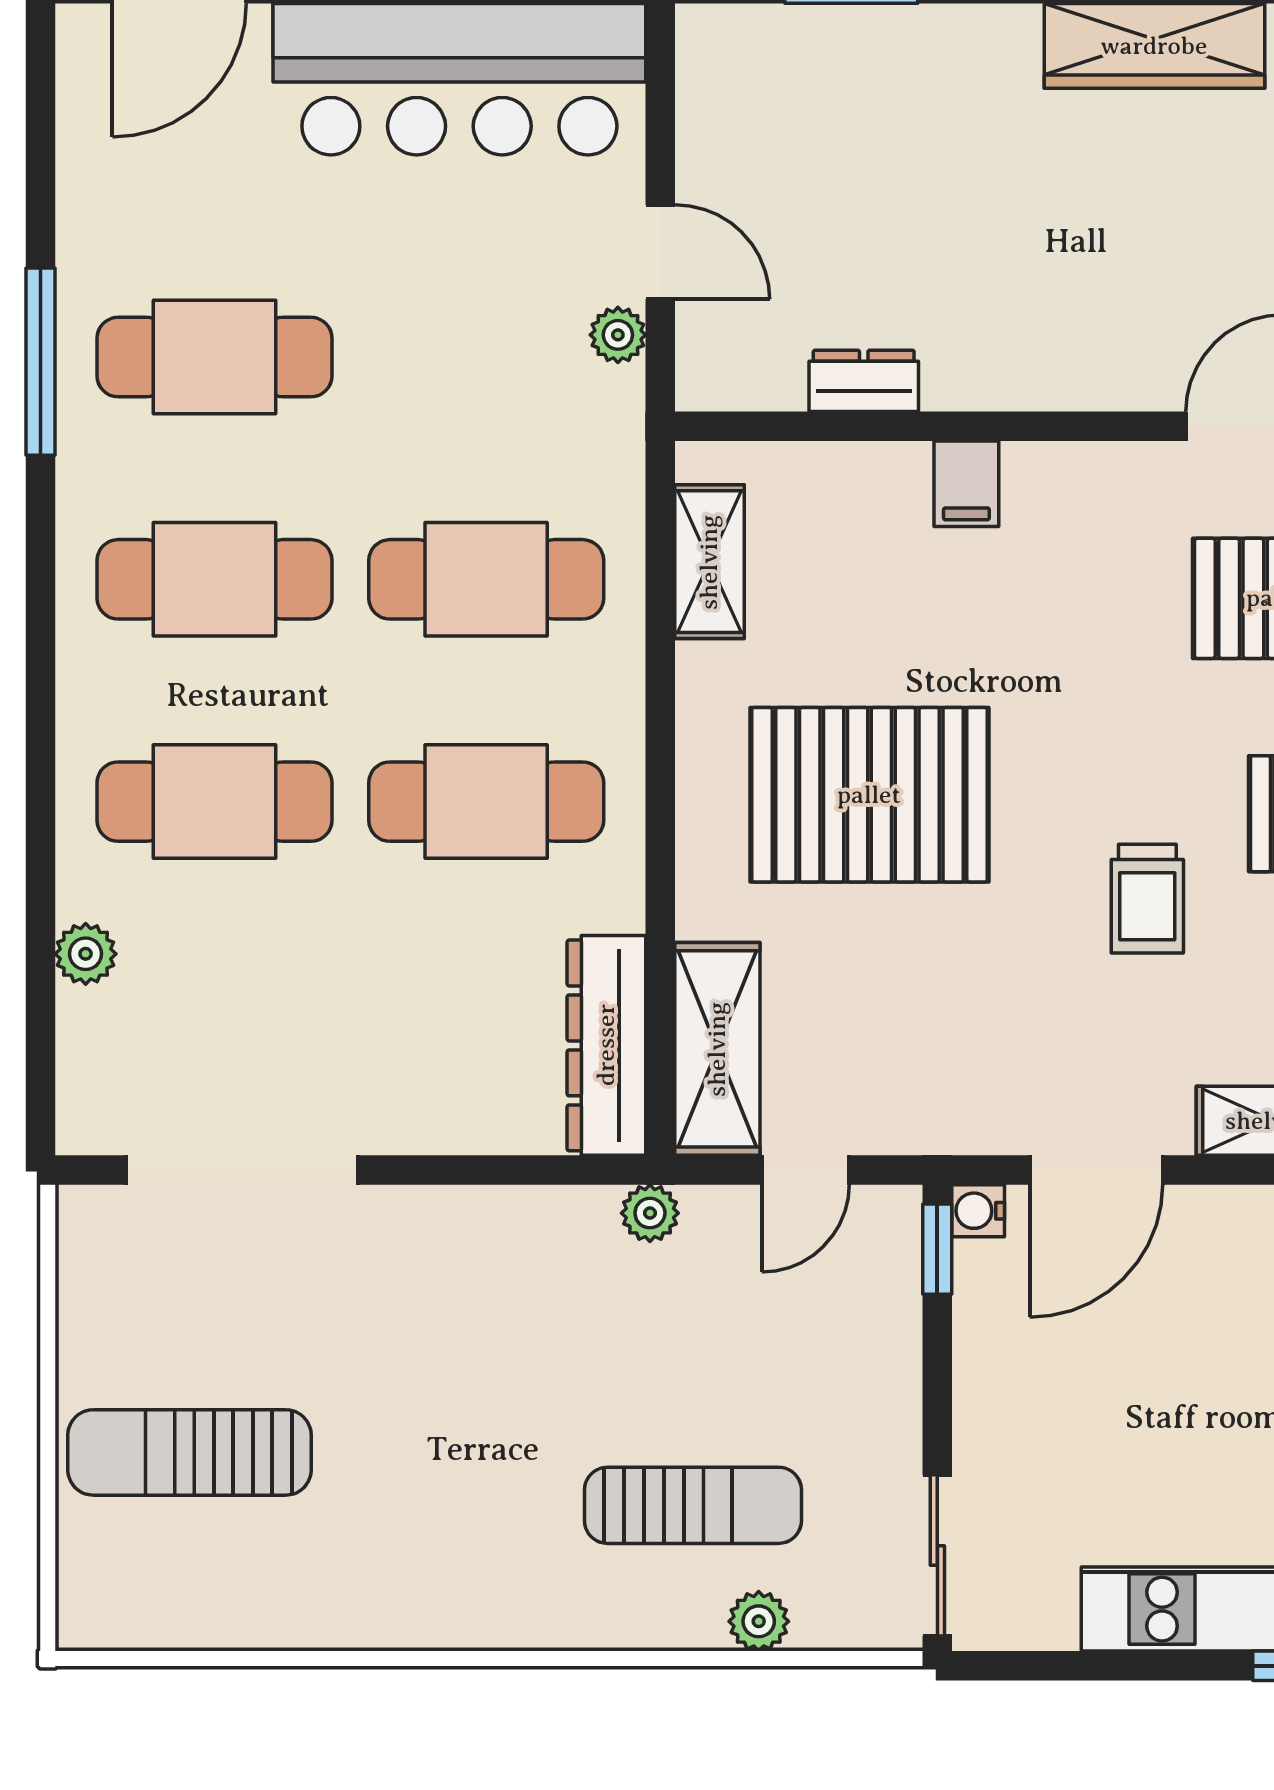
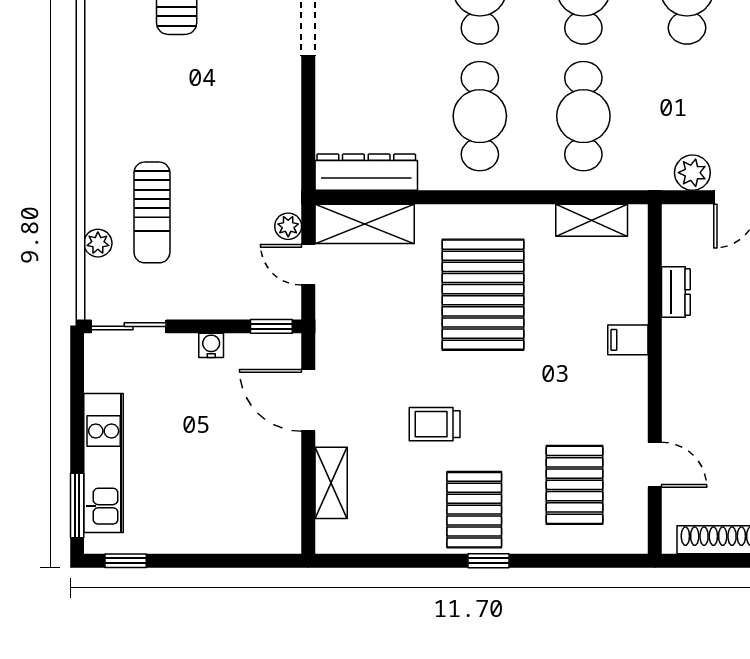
plant: (618, 335) -> (692, 173), width x1.38, depth x1.38
water cooler: (978, 1211) -> (211, 345), moved
plant: (650, 1213) -> (288, 226), moved

